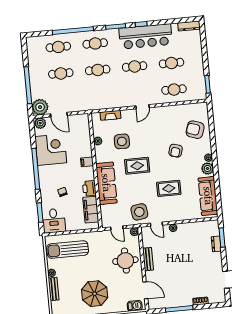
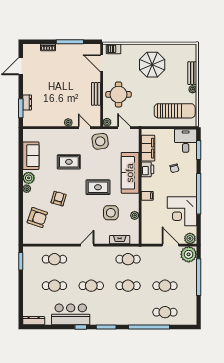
bar counter: (146, 36) -> (71, 314), width x0.73
cafe table: (95, 43) -> (128, 259), moved
sofa: (208, 196) -> (31, 156), width x0.73

